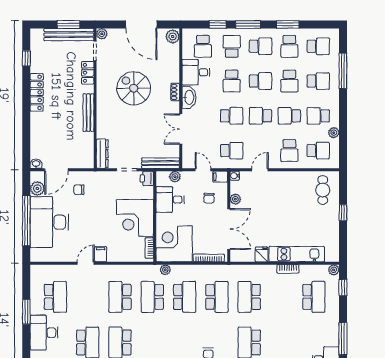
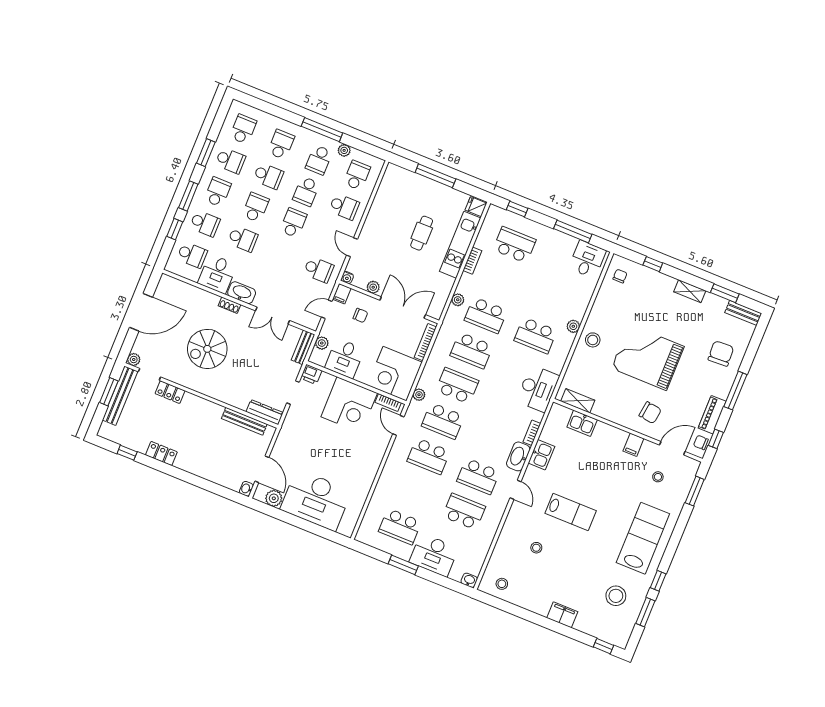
plant: (173, 36) -> (168, 283), removed
school desk: (232, 46) -> (205, 223), turned 180
window: (343, 71) -> (322, 130), moved
locker: (37, 92) -> (161, 453), width x0.66
bench: (88, 113) -> (244, 421), moved
school desk: (232, 116) -> (281, 254), removed
school desk: (261, 116) -> (293, 223), turned 180
school desk: (232, 151) -> (319, 270), turned 90
bench: (161, 163) -> (303, 347), width x0.73
chair: (79, 190) -> (294, 453), removed
cafe table: (323, 190) -> (422, 233), moved, turned 90
window: (343, 213) -> (435, 176), width x2.17
window: (26, 221) -> (304, 525), removed
filing cabinet: (101, 254) -> (373, 458), removed
fridge: (262, 254) -> (476, 207), moved
door: (86, 263) -> (398, 425), moved
plant: (334, 270) -> (458, 300), moved
school desk: (55, 297) -> (400, 527), turned 180
school desk: (217, 297) -> (472, 350), turned 180

